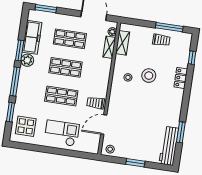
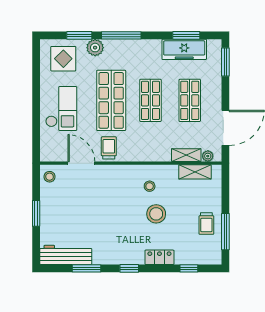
window: (20, 51) -> (186, 35), moved
plant: (27, 60) -> (95, 48), moved
shop shelf: (61, 96) -> (111, 100), width x1.43, depth x1.36
window: (186, 101) -> (129, 268), added

